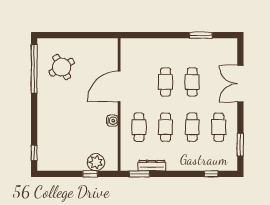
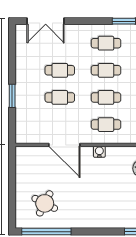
window: (201, 35) -> (12, 96), moved
round table: (62, 67) -> (45, 203), turned -33
double door: (240, 84) -> (46, 21), moved

